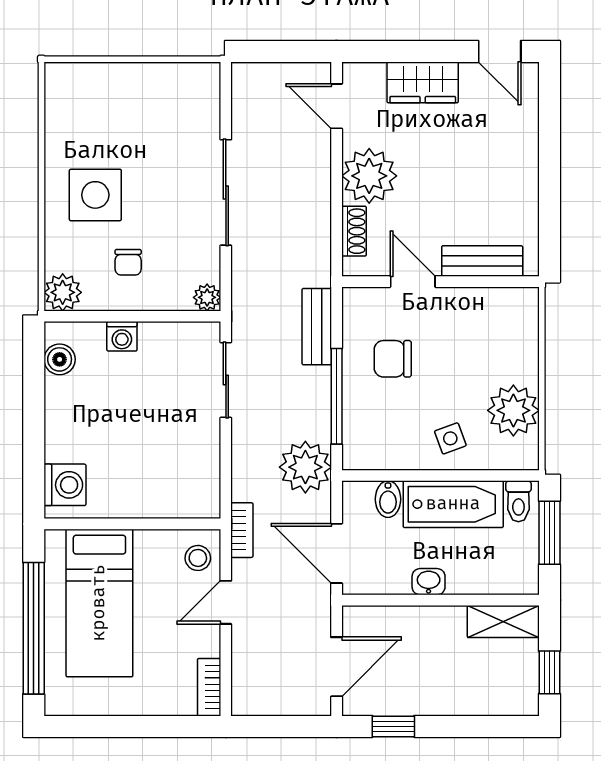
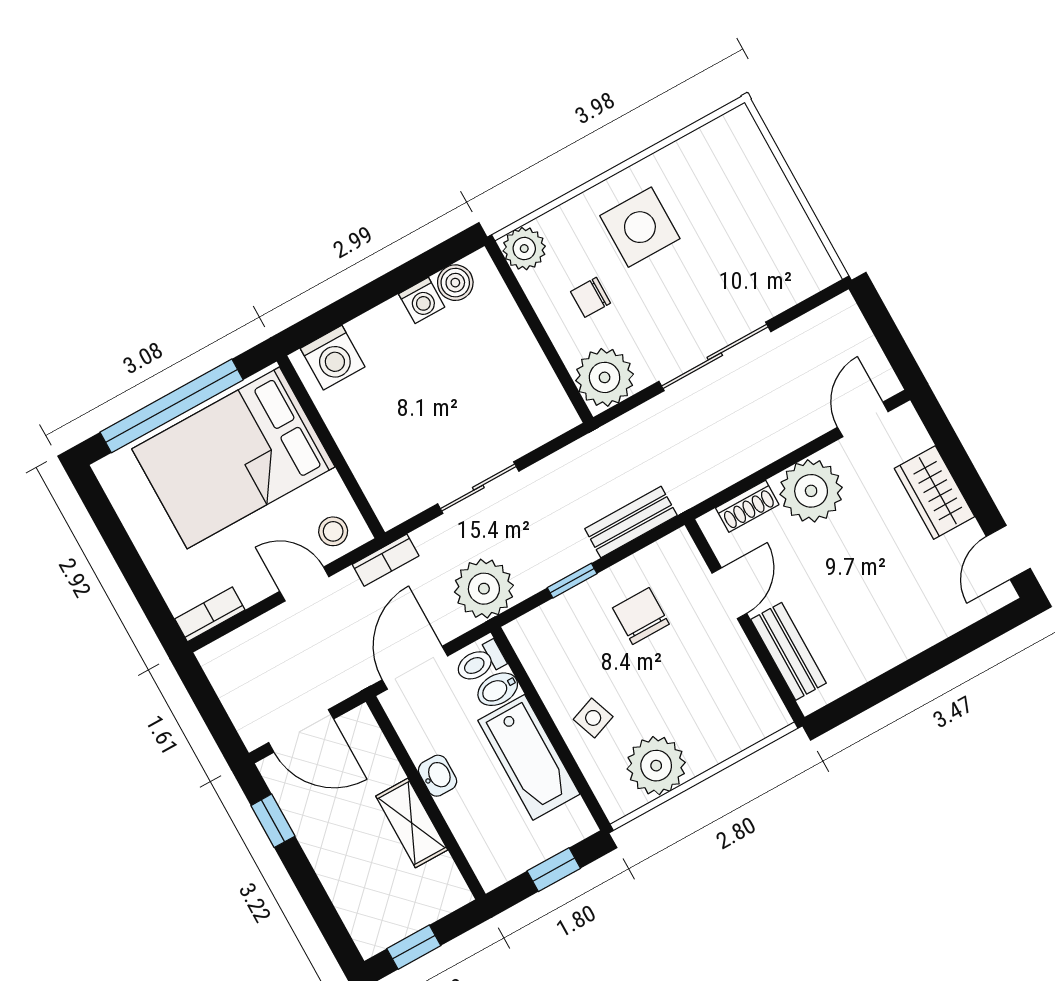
plant: (207, 297) -> (605, 377), width x1.88, depth x1.88
washing machine: (122, 336) -> (422, 300), moved, turned -90
sliding door: (226, 380) -> (478, 488), moved
window: (337, 396) -> (572, 581), width x0.46
toilet: (518, 501) -> (480, 662), moved
window: (549, 533) -> (554, 870), width x0.67
bed: (99, 603) -> (233, 458), width x1.50
shelving: (503, 621) -> (412, 823), moved

